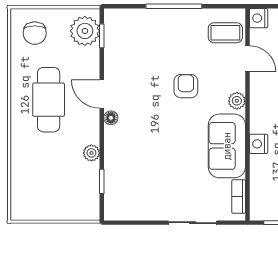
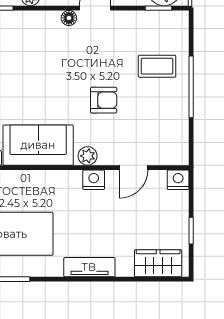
coffee table: (225, 33) -> (157, 66), moved, turned 90
nightstand: (259, 144) -> (94, 180), moved

